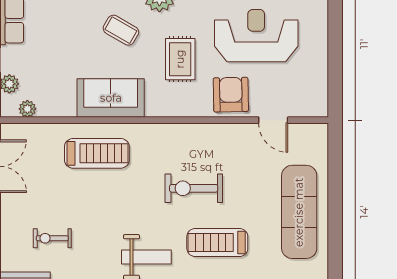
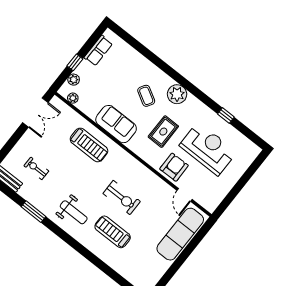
exercise bike: (194, 188) -> (122, 198), turned 180
exercise mat: (299, 212) -> (180, 234), moved

